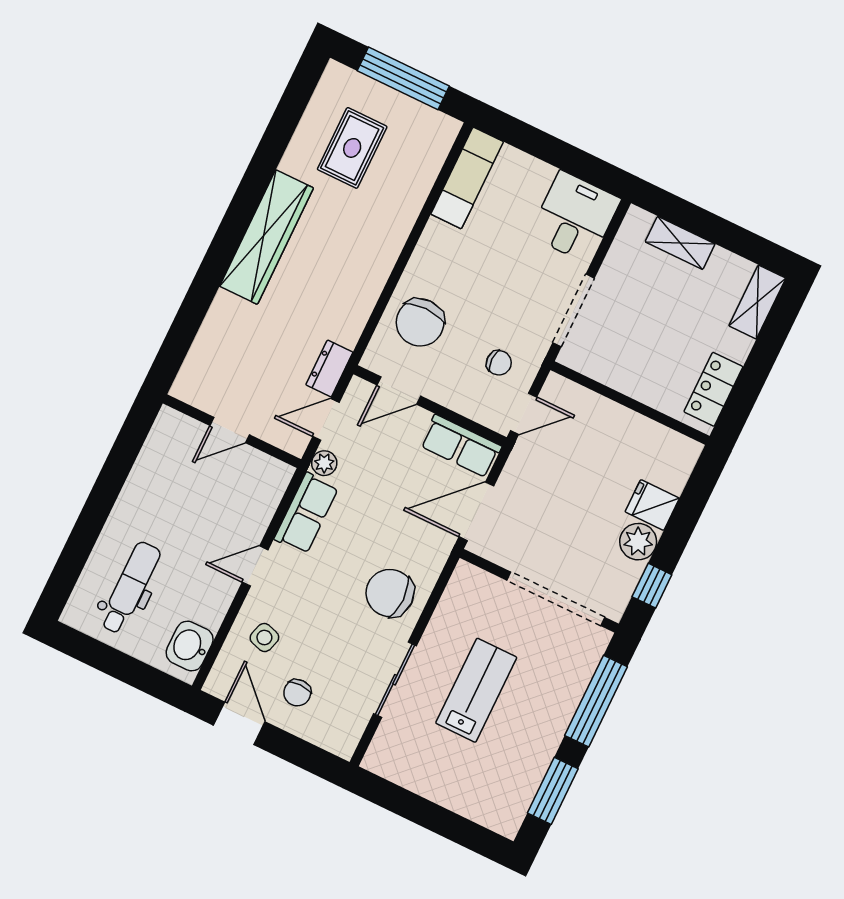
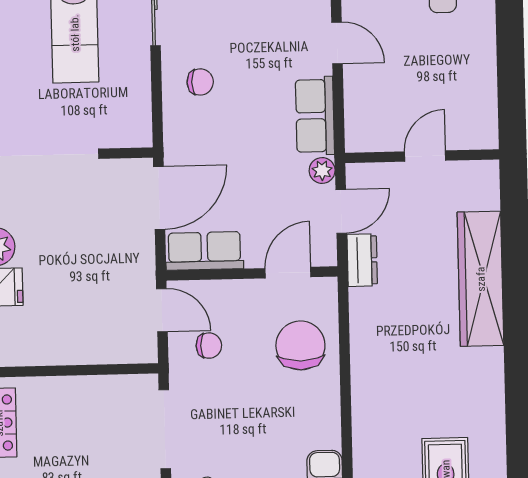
wardrobe: (266, 237) -> (481, 279), moved
chair: (499, 363) -> (209, 346), turned 180
door: (524, 414) -> (162, 310), swing flipped
door: (255, 566) -> (337, 43), hinge flipped
chair: (390, 593) -> (200, 82), width x0.54, depth x0.54

